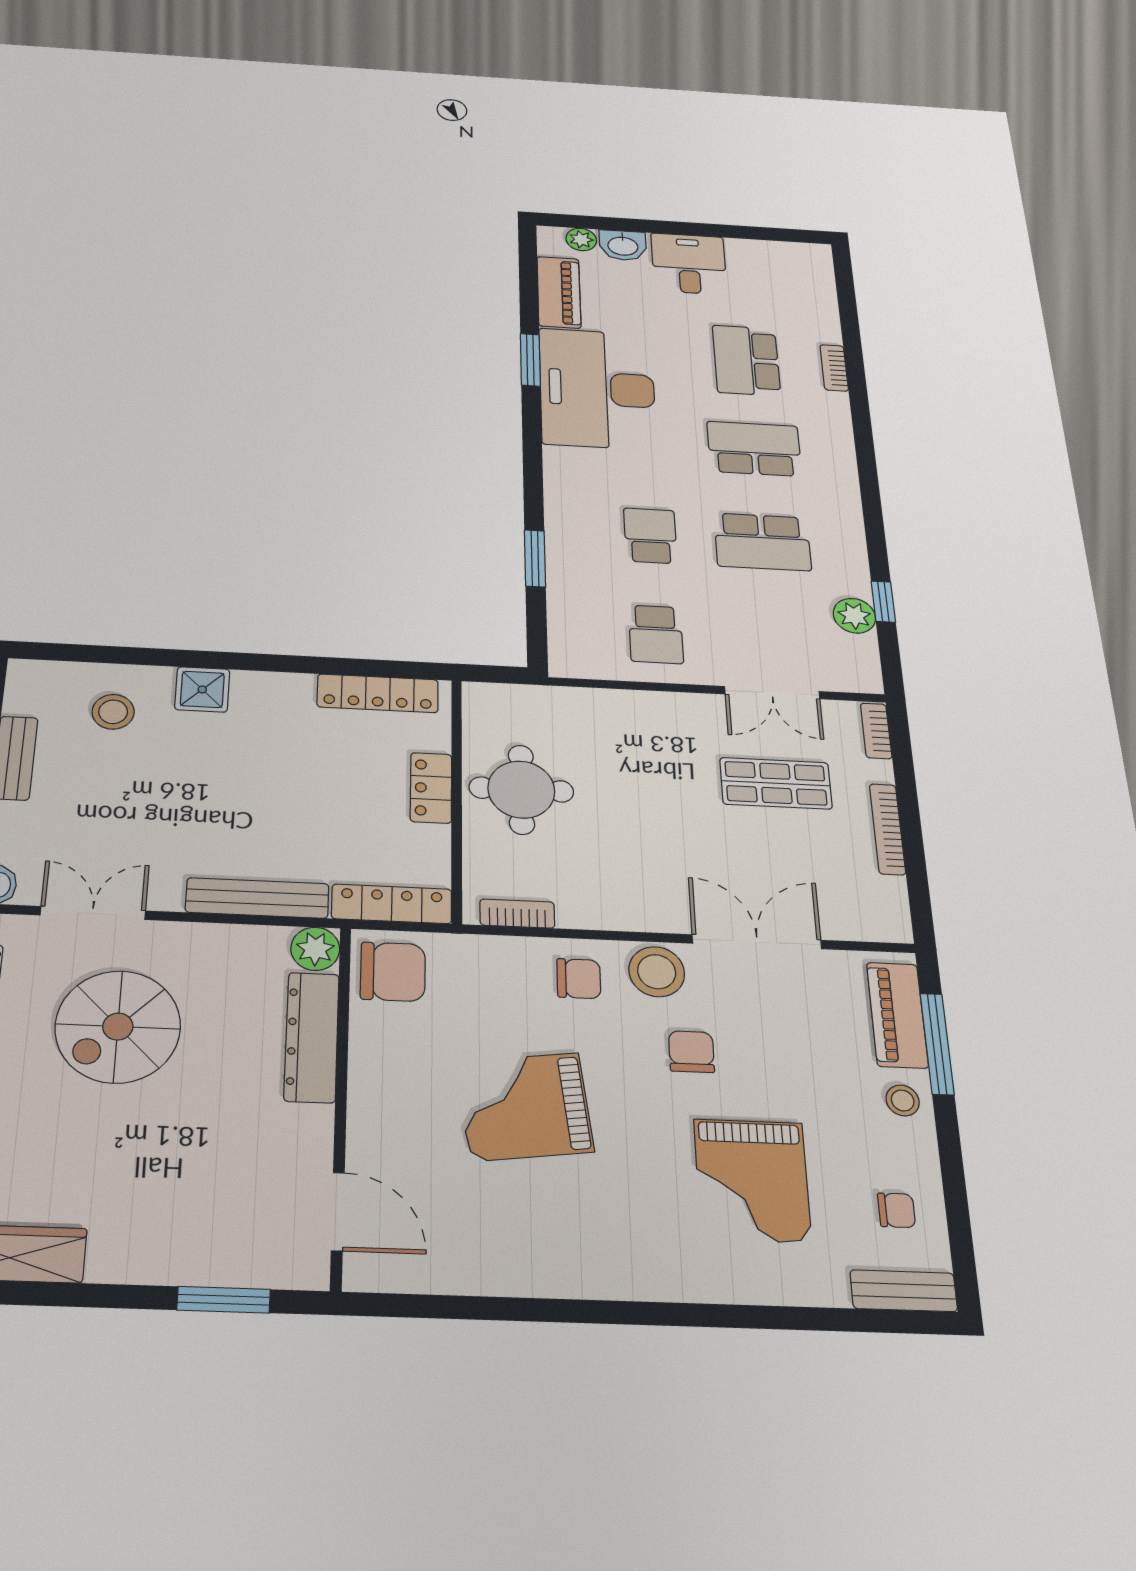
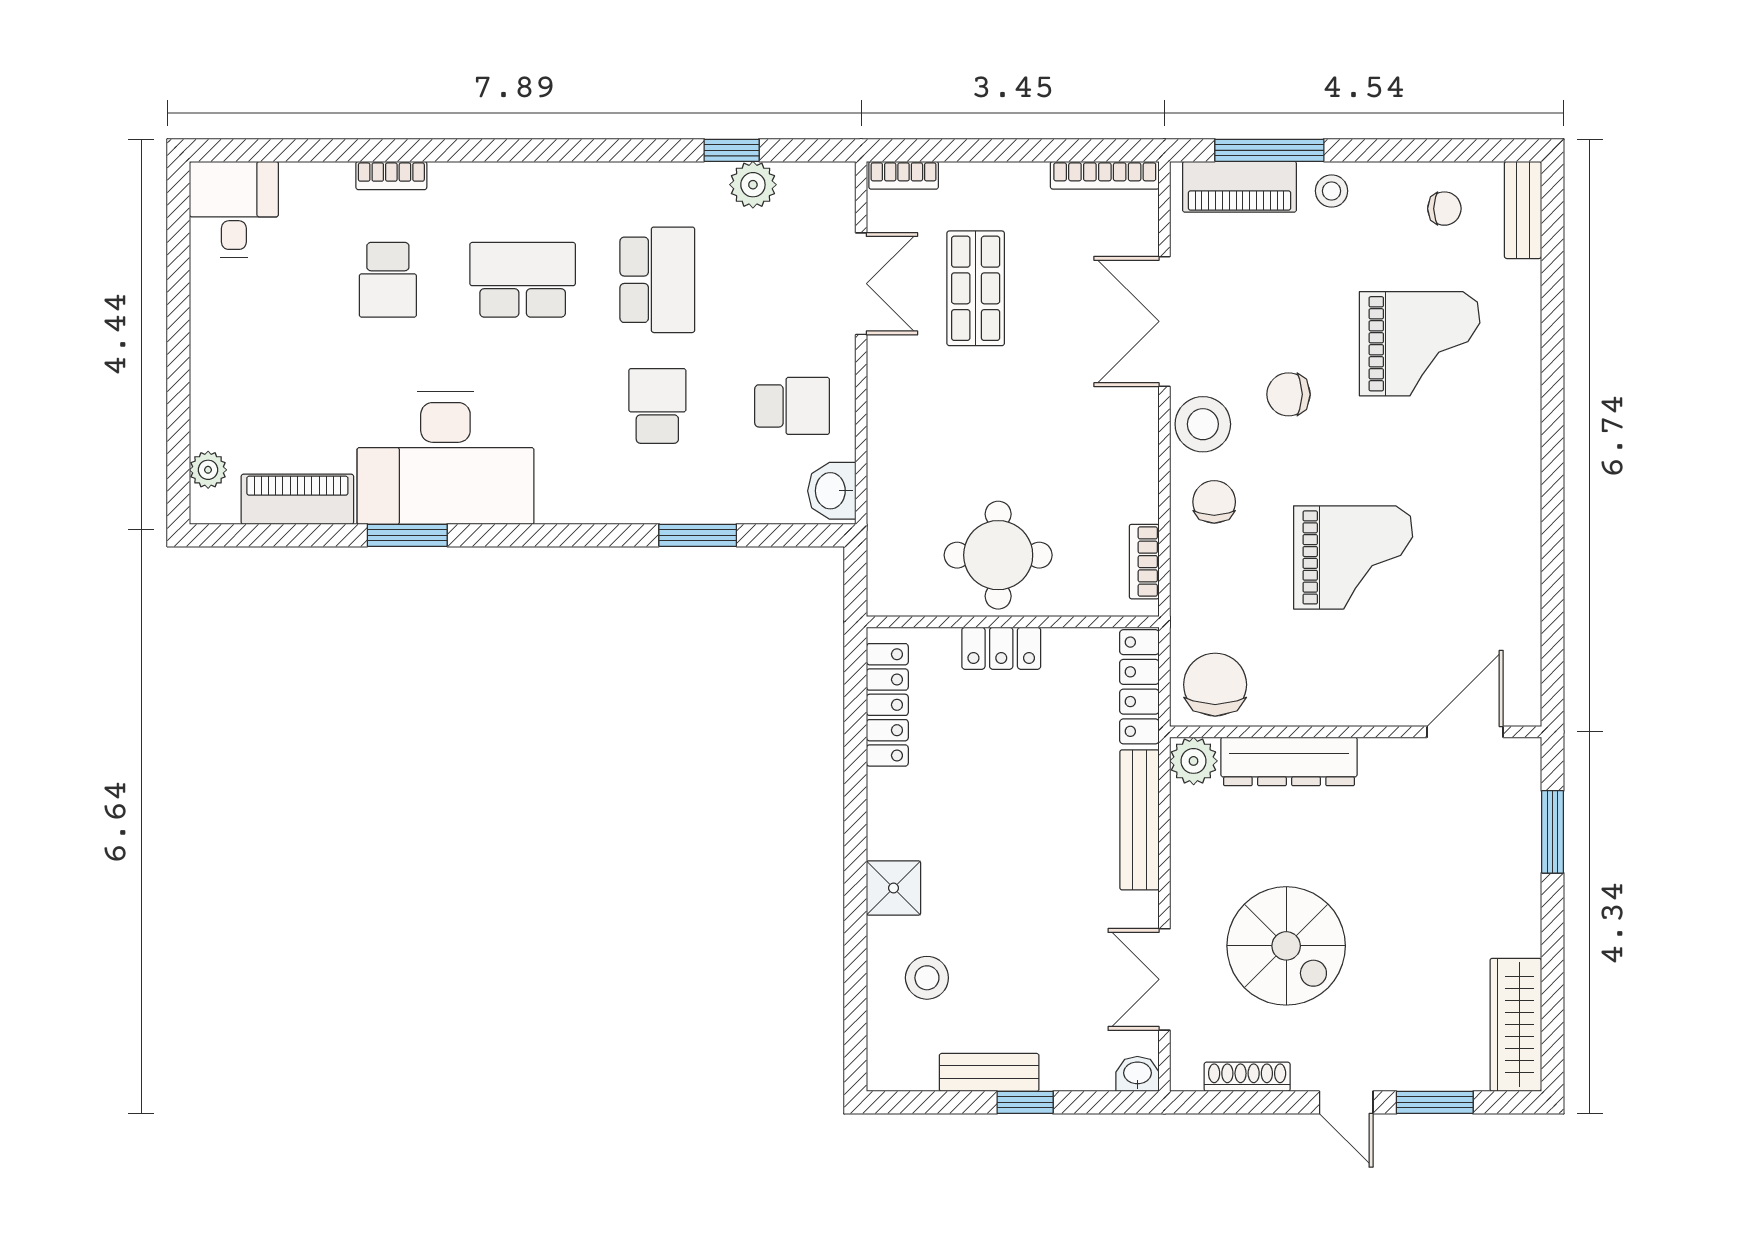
washbasin: (623, 245) -> (832, 491), moved, turned 180
desk: (689, 264) -> (234, 209), moved, turned 90
school desk: (746, 360) -> (388, 280), width x0.54
school desk: (754, 449) -> (523, 280), turned 90
school desk: (650, 536) -> (657, 406), turned 90
bookcase: (887, 829) -> (1105, 175), moved
grand piano: (525, 1107) -> (1353, 557), turned -83
chair: (896, 1210) -> (1444, 209), turned 90

